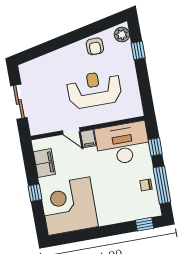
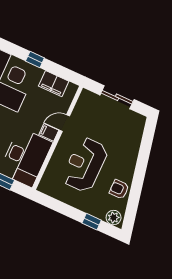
reception desk: (94, 89) -> (85, 165), turned 180

